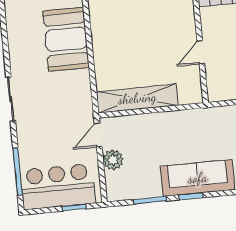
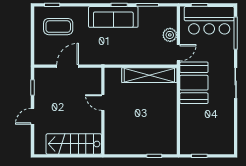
booth: (66, 39) -> (194, 83), moved
door: (201, 52) -> (103, 102), swing flipped

